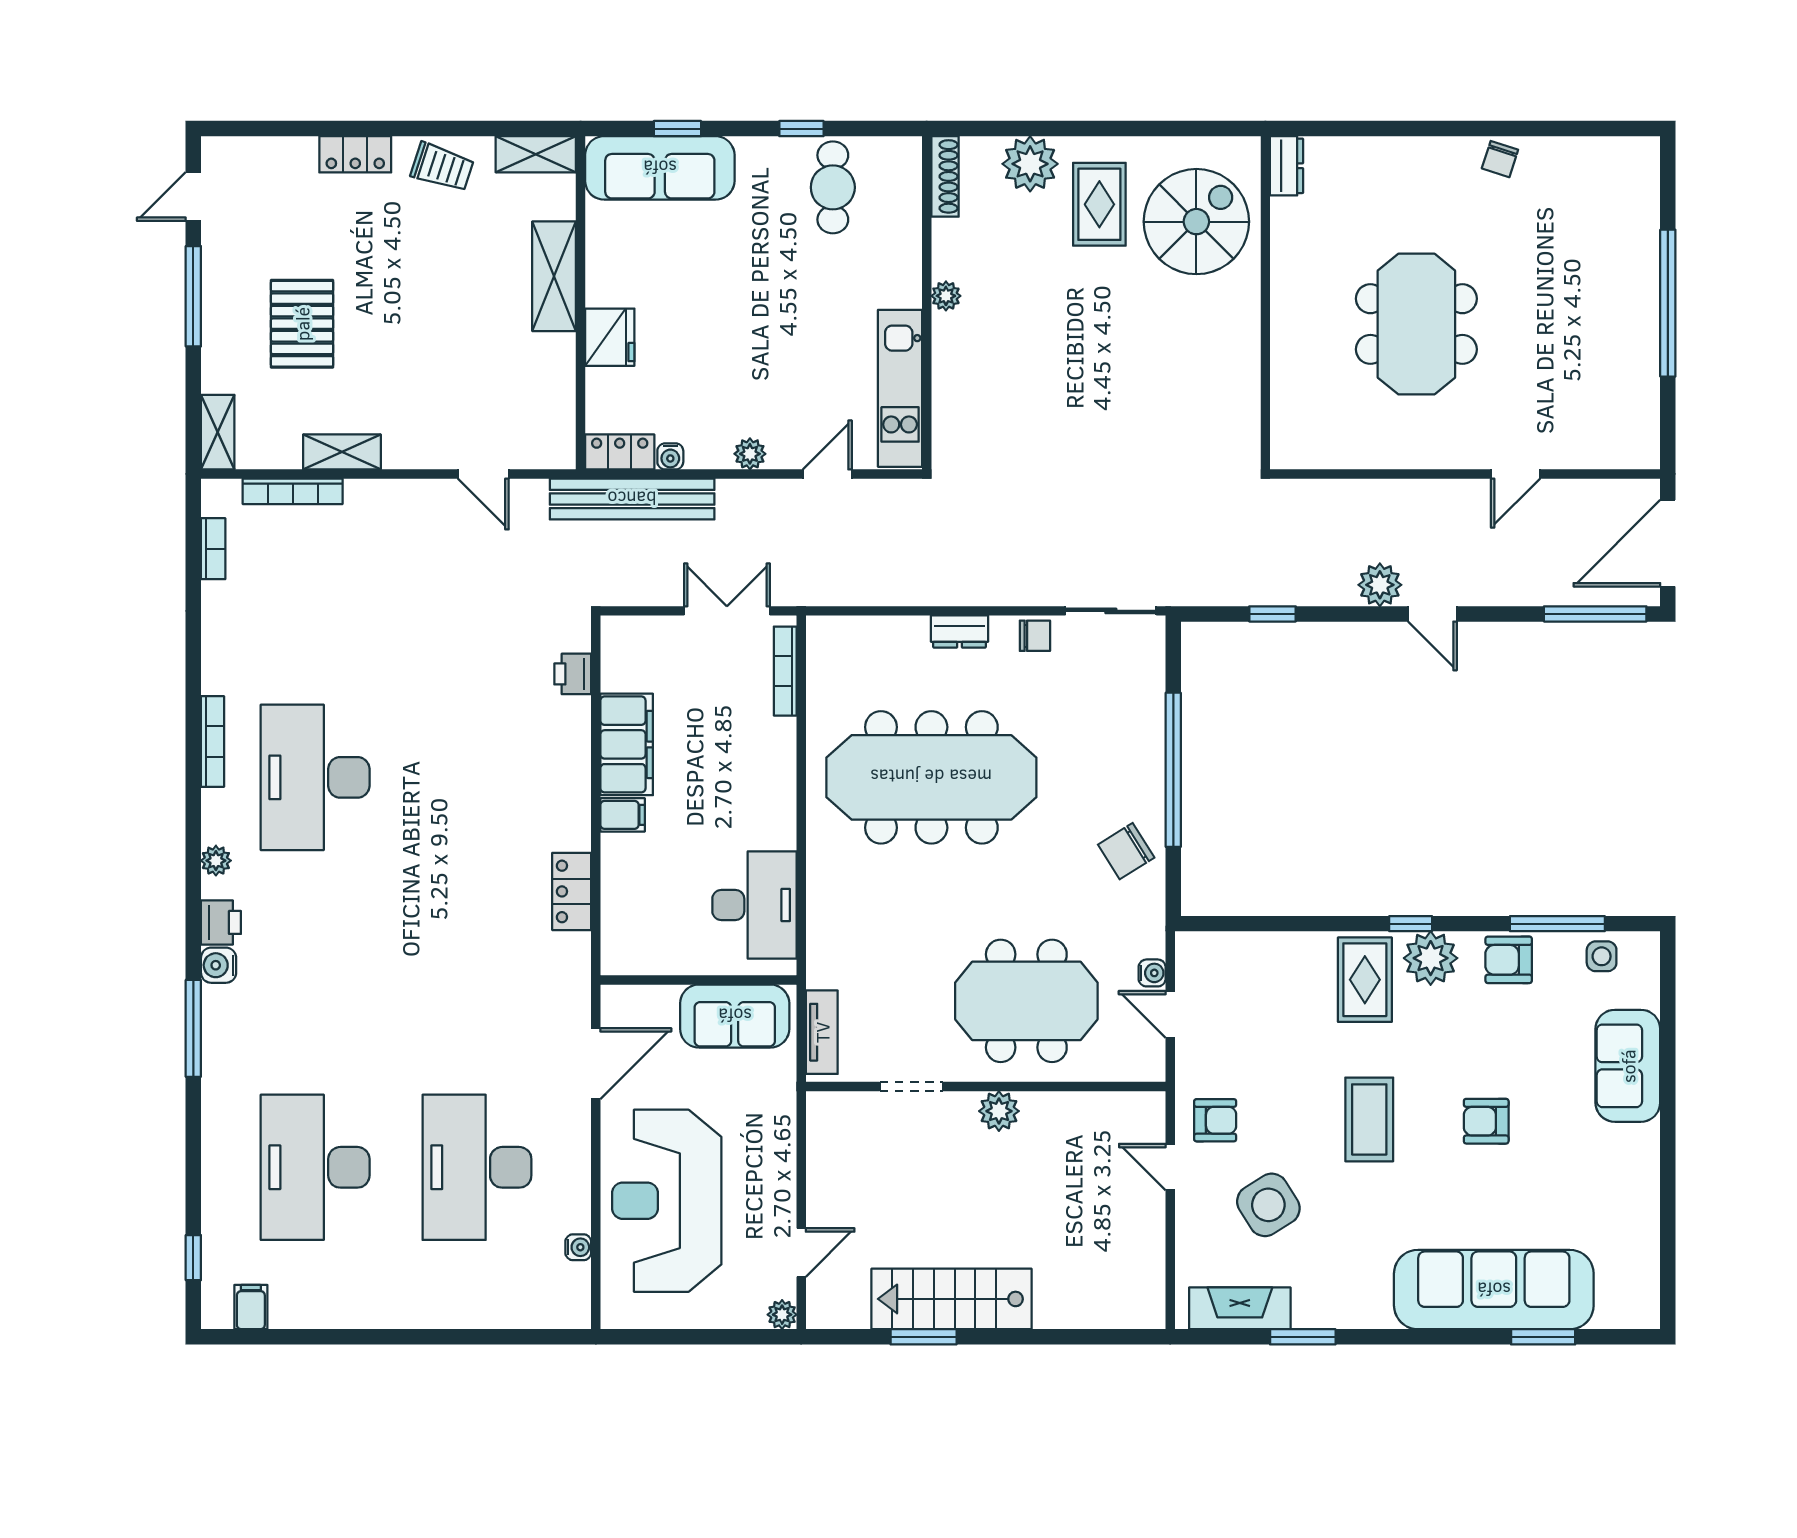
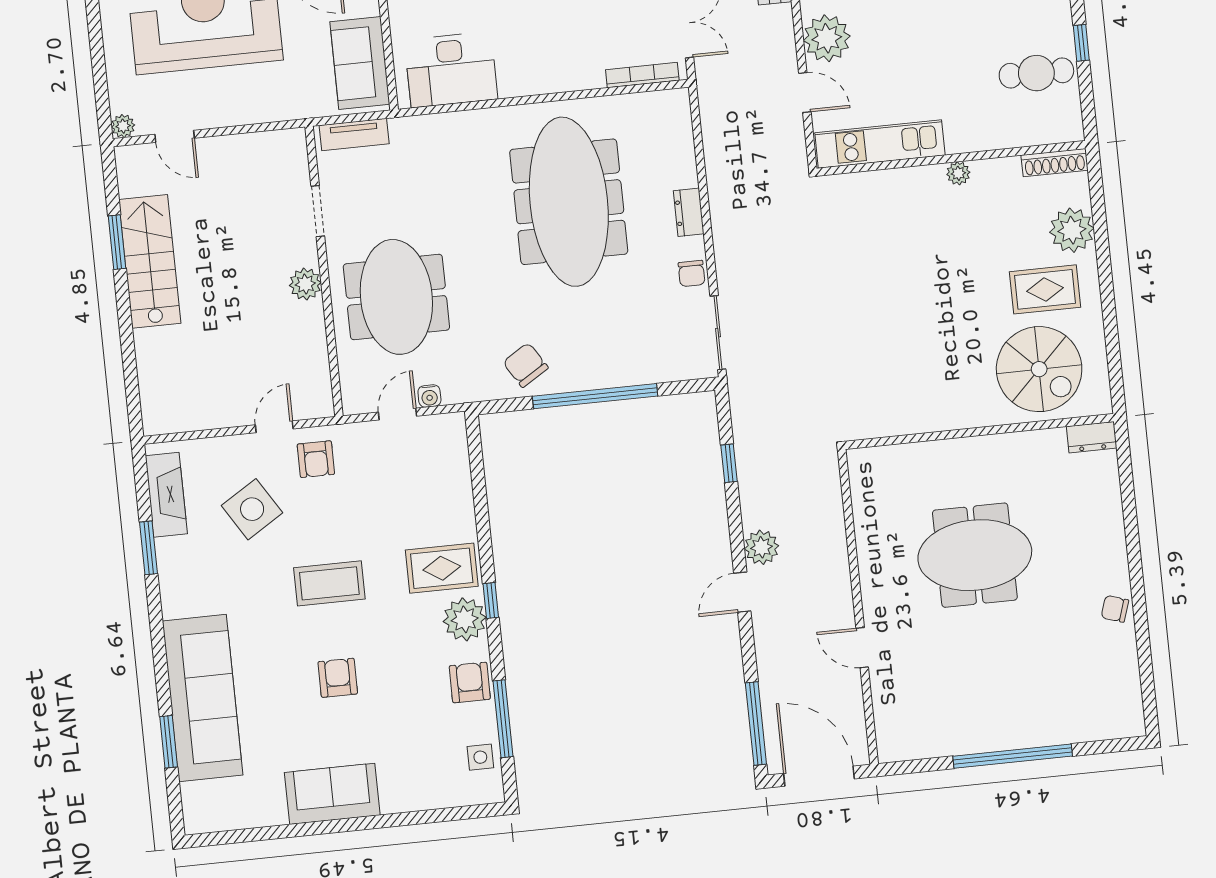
plant: (750, 454) -> (827, 38), width x1.87, depth x1.87
sofa: (1628, 1066) -> (332, 794), moved

